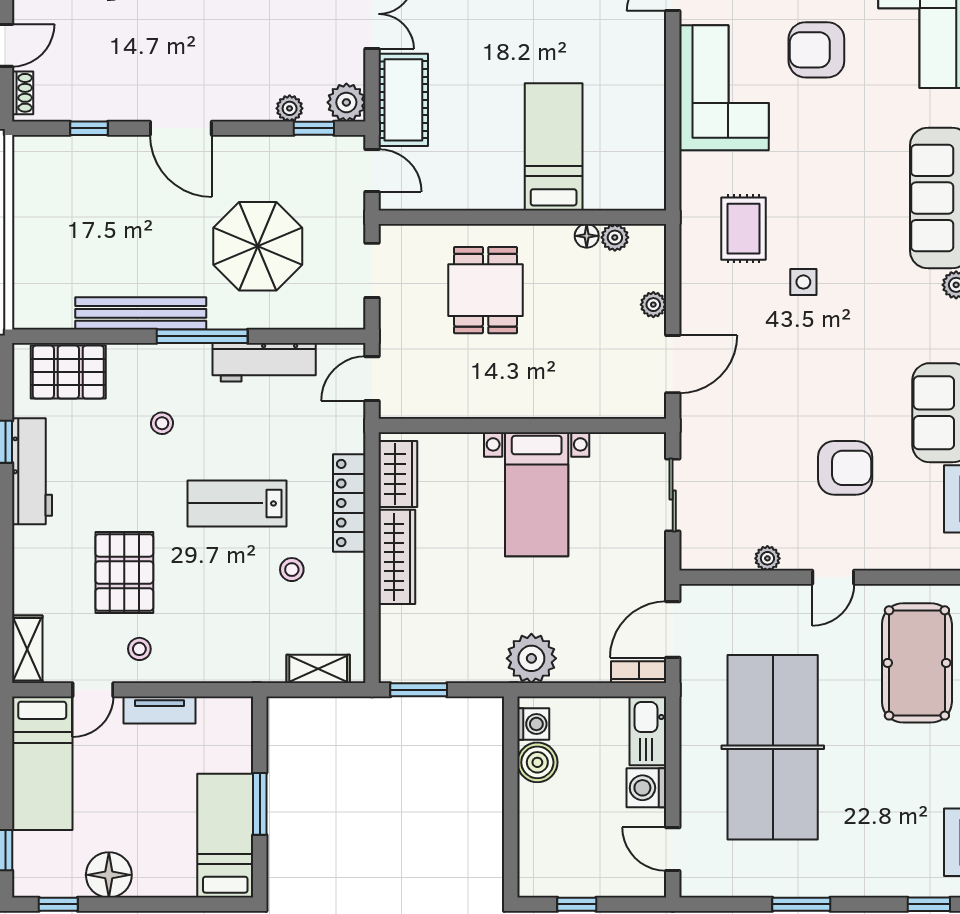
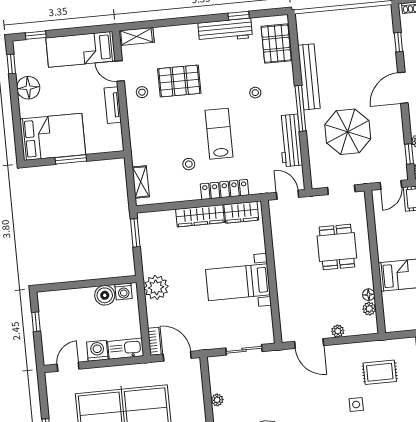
dining table: (486, 290) -> (337, 247), turned 90
bed: (225, 836) -> (53, 137), width x1.50

